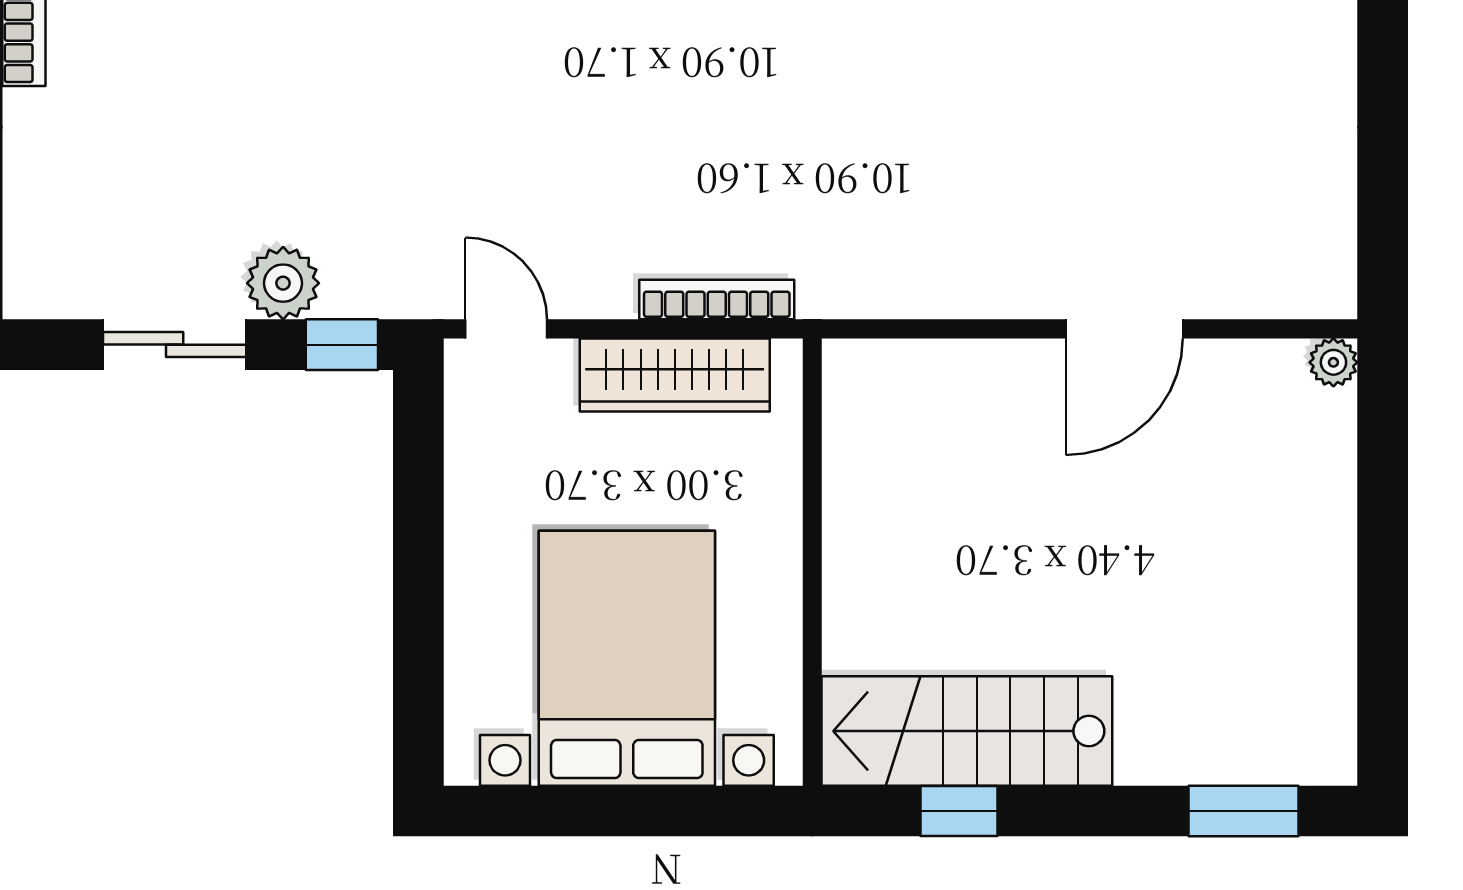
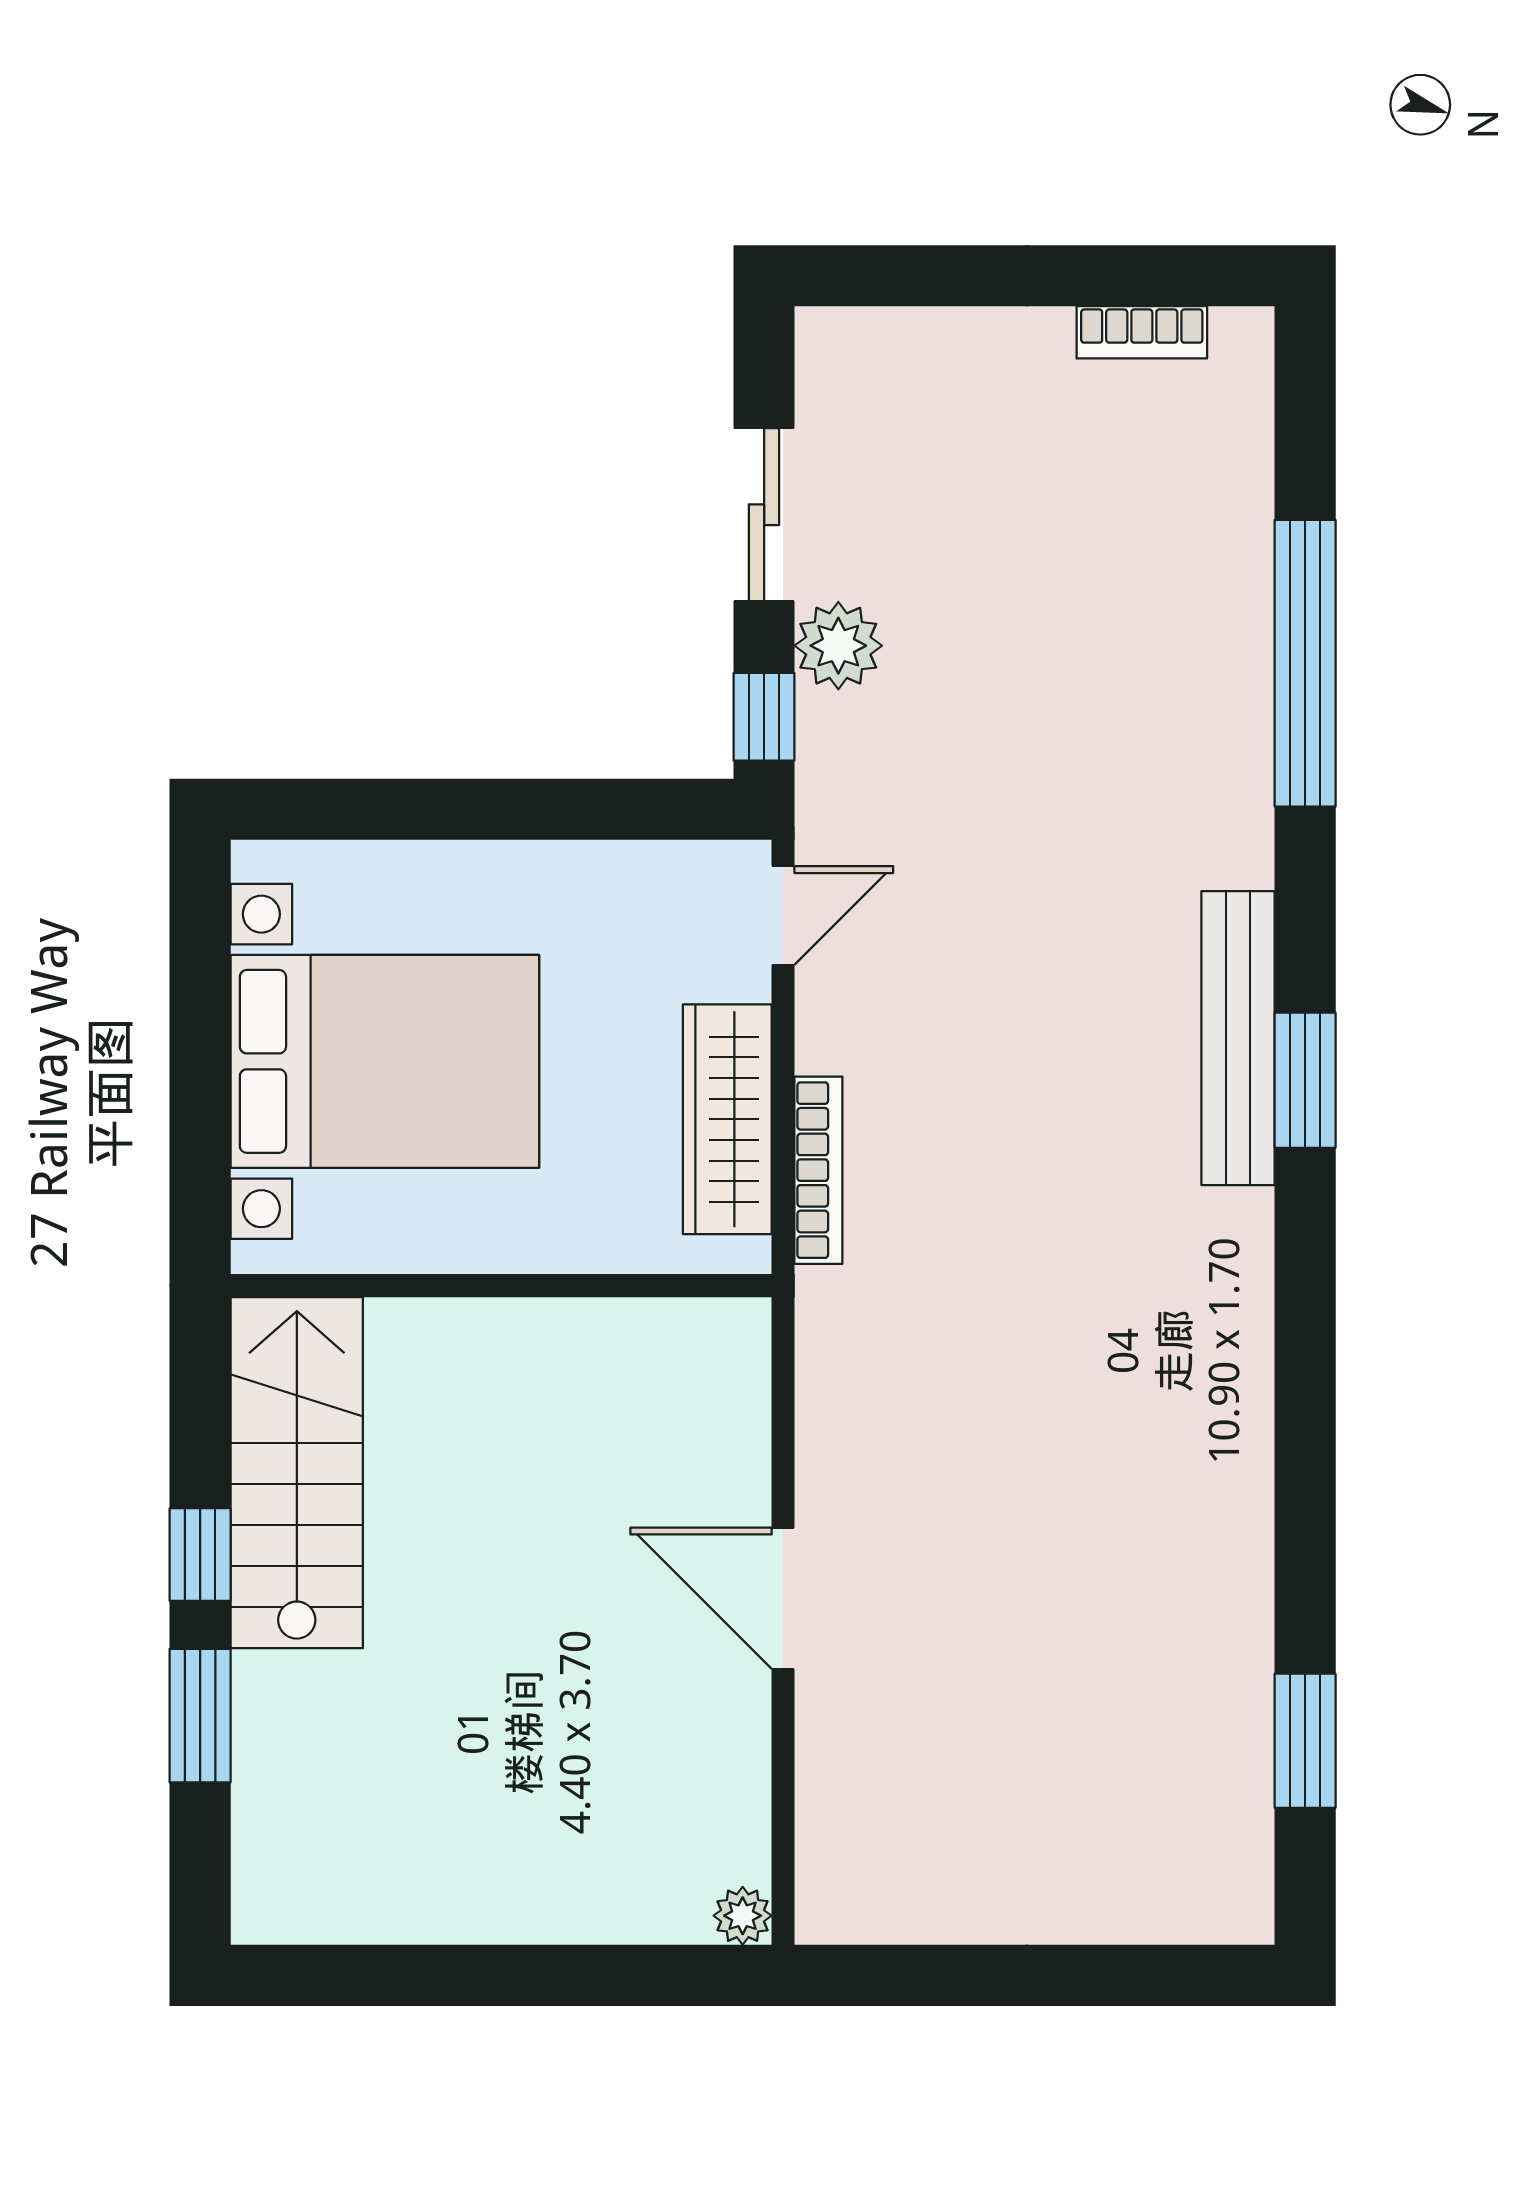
door: (1124, 329) -> (783, 1598), moved
window: (959, 811) -> (200, 1554), moved
window: (1244, 811) -> (200, 1716), moved

